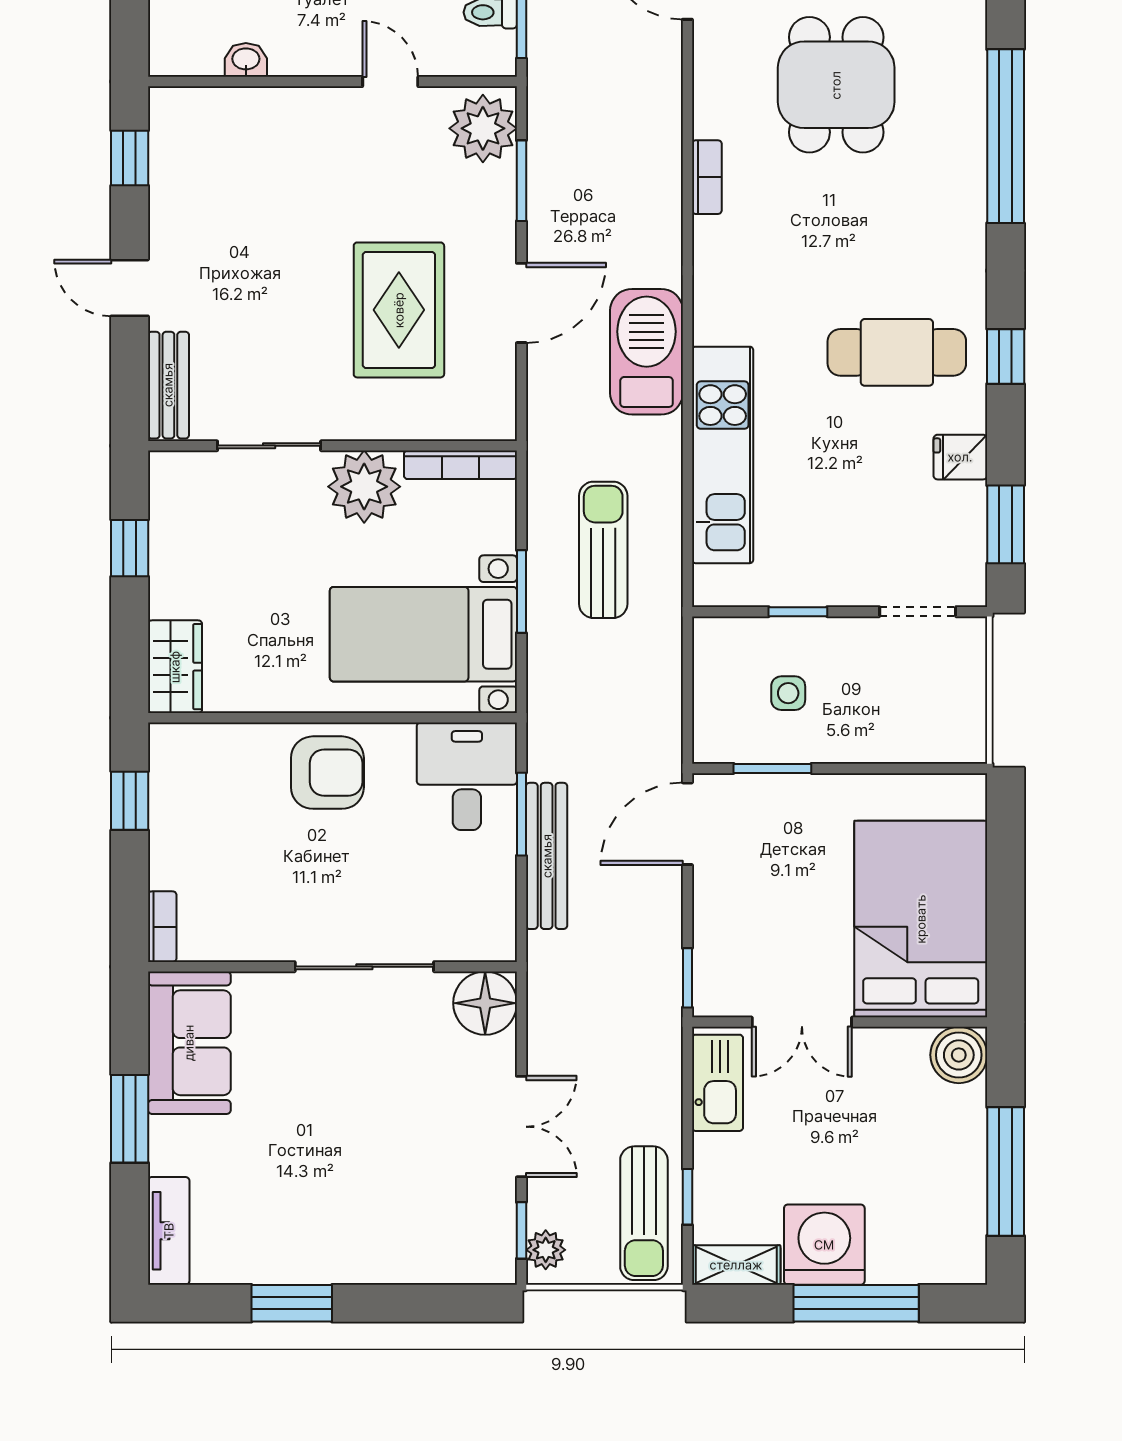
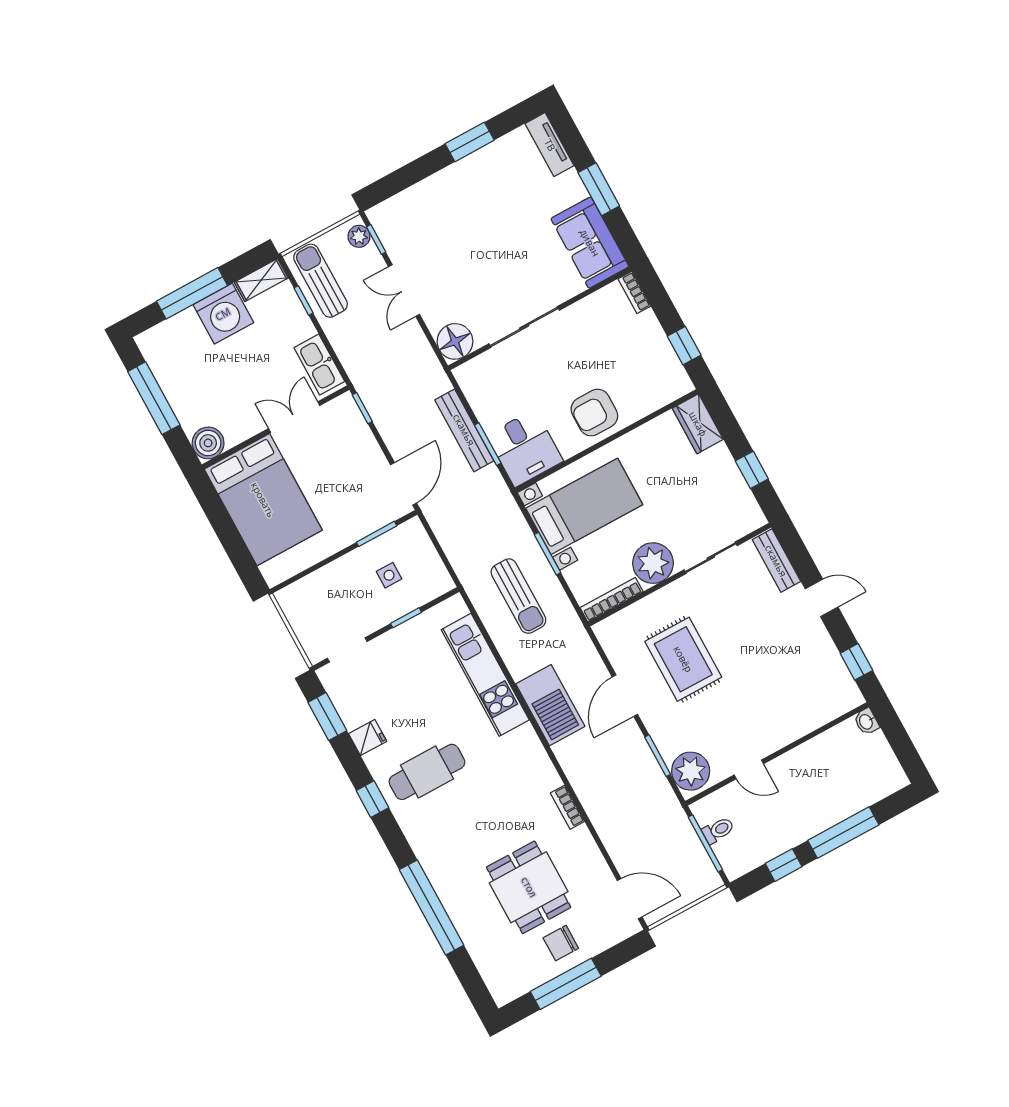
washbasin: (246, 60) -> (866, 722), moved, turned 90

